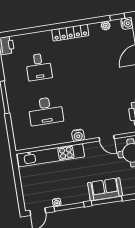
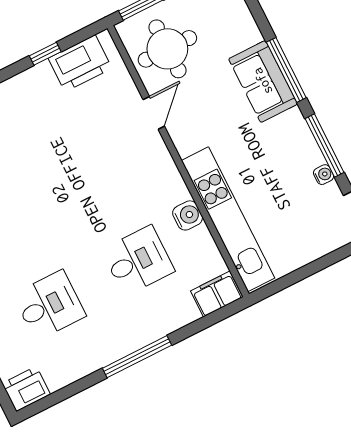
desk: (46, 111) -> (138, 261), width x0.73
water cooler: (78, 135) -> (188, 215), moved
filing cabinet: (20, 140) -> (217, 294), added

